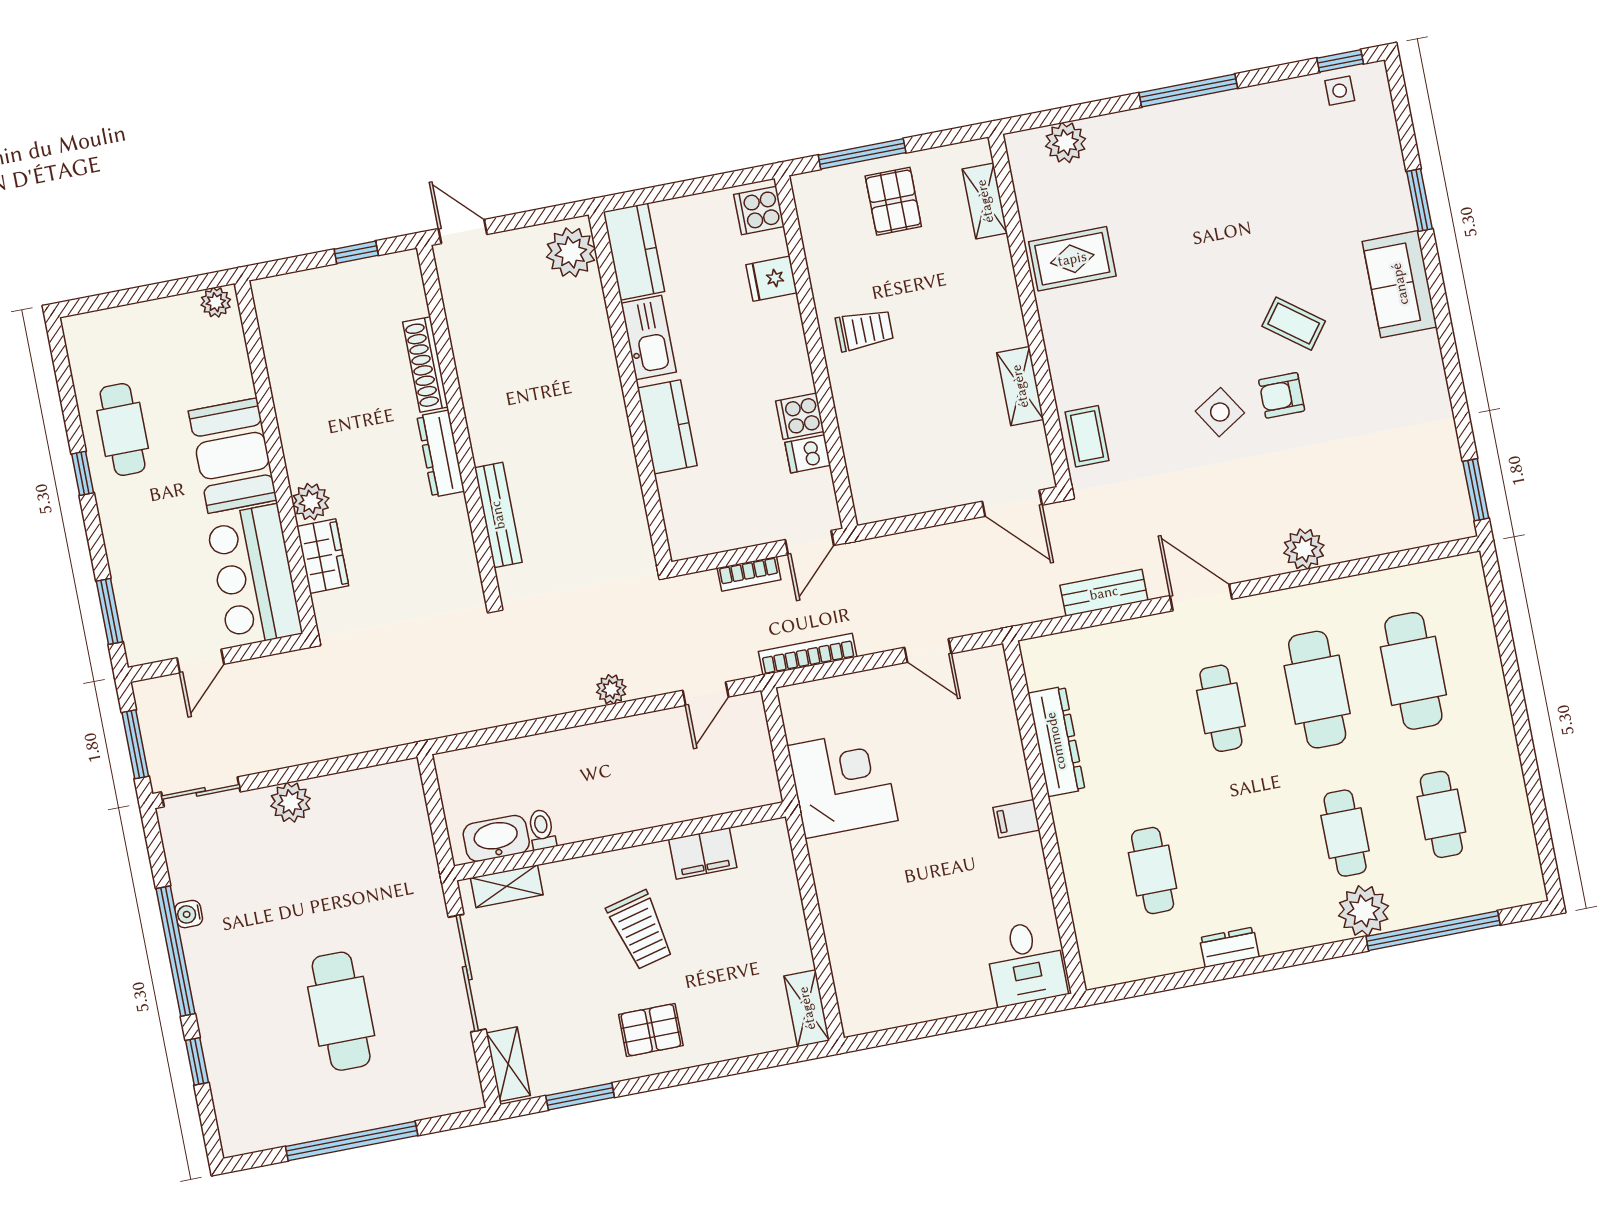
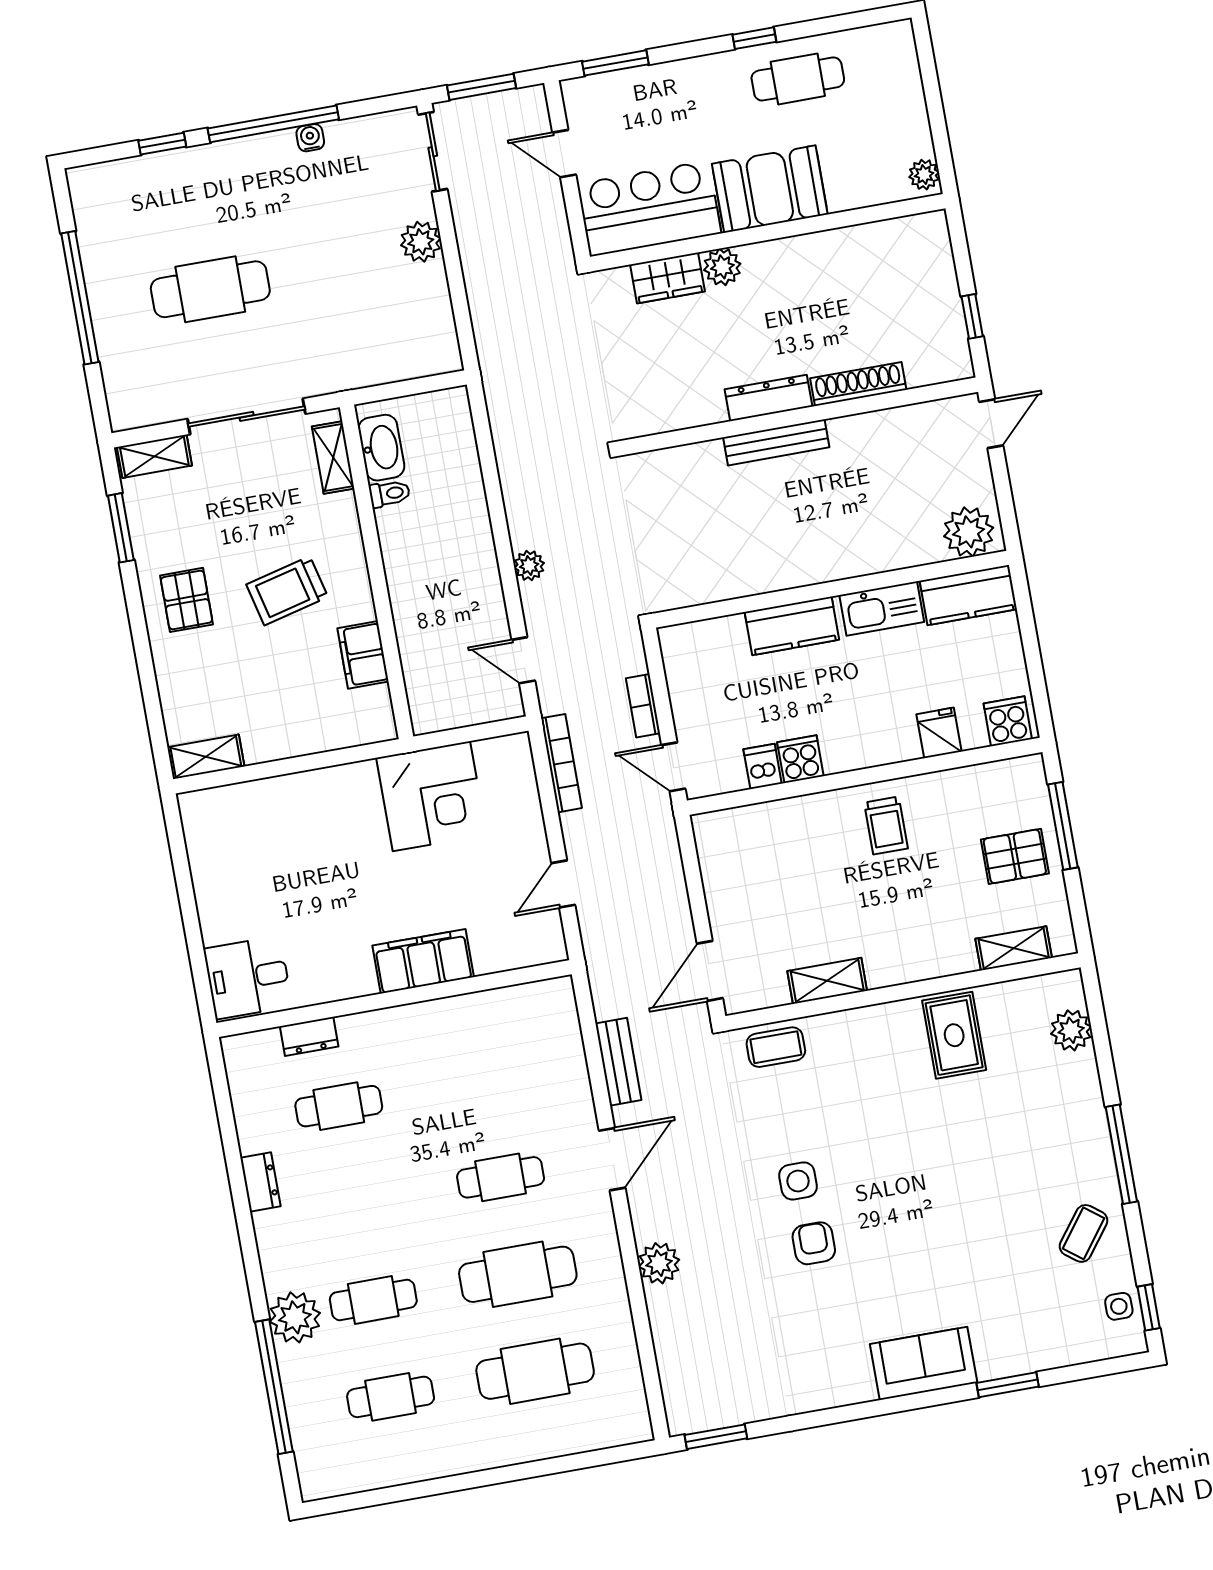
coffee table: (1294, 324) -> (1084, 1233), moved
side table: (1220, 412) -> (798, 1181), turned 32
bench: (498, 515) -> (776, 442), moved
dresser: (1056, 741) -> (309, 1036), moved, width x0.51, depth x0.80
filing cabinet: (1016, 819) -> (423, 961), width x3.00, depth x1.17

